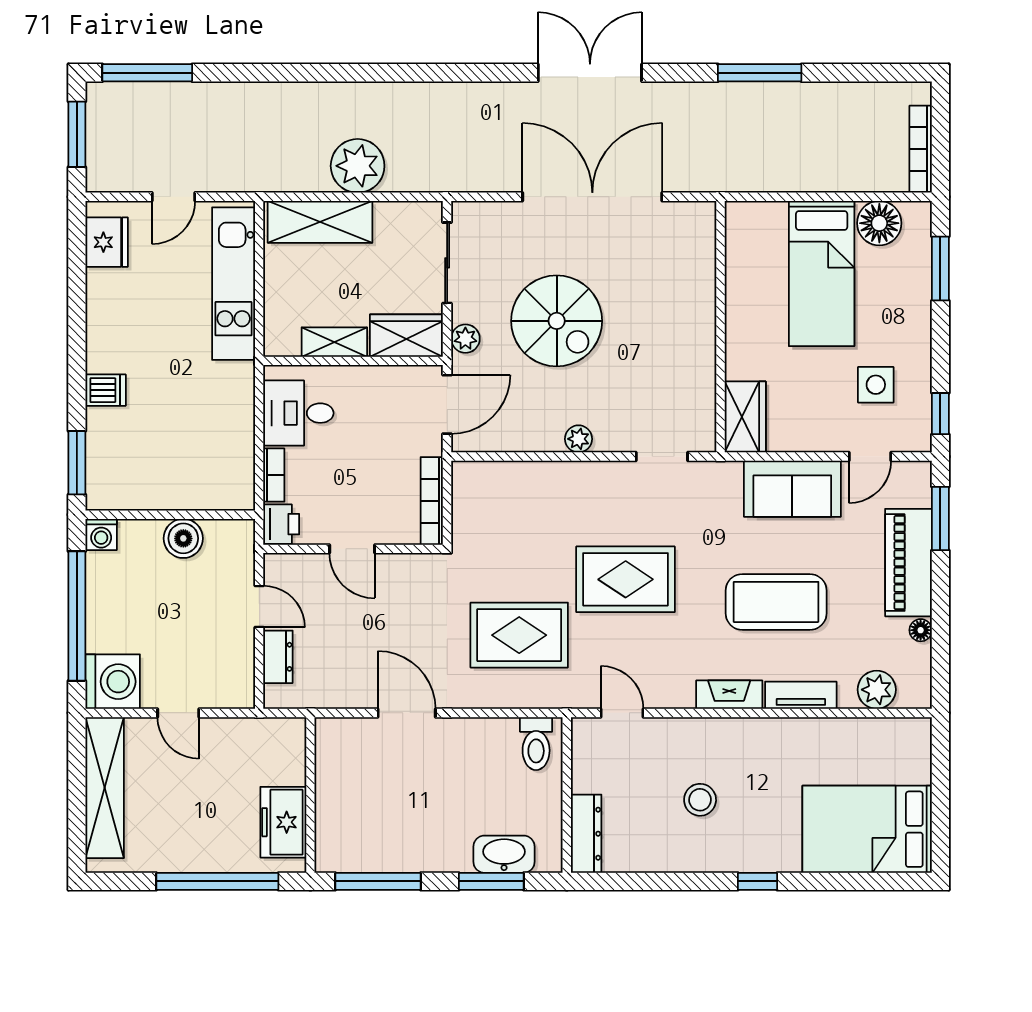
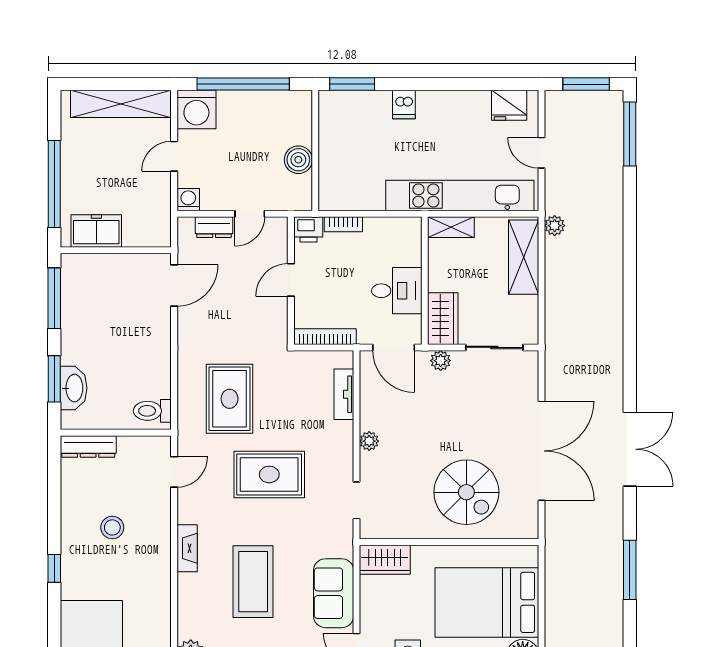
plant: (358, 166) -> (555, 226), moved, width x0.53, depth x0.53
bed: (822, 274) -> (487, 602), width x1.50
kitchen unit: (234, 284) -> (460, 195), width x1.36
spiral stairs: (557, 321) -> (466, 492), moved, turned -90
shelving: (334, 342) -> (451, 227), moved, turned 90
desk: (298, 413) -> (397, 291), moved, turned 90
washing machine: (101, 534) -> (188, 200), moved, turned 90
rug: (626, 579) -> (269, 474), turned 90
tv unit: (801, 695) -> (344, 394), moved, turned 180
door: (407, 713) -> (174, 286), moved

